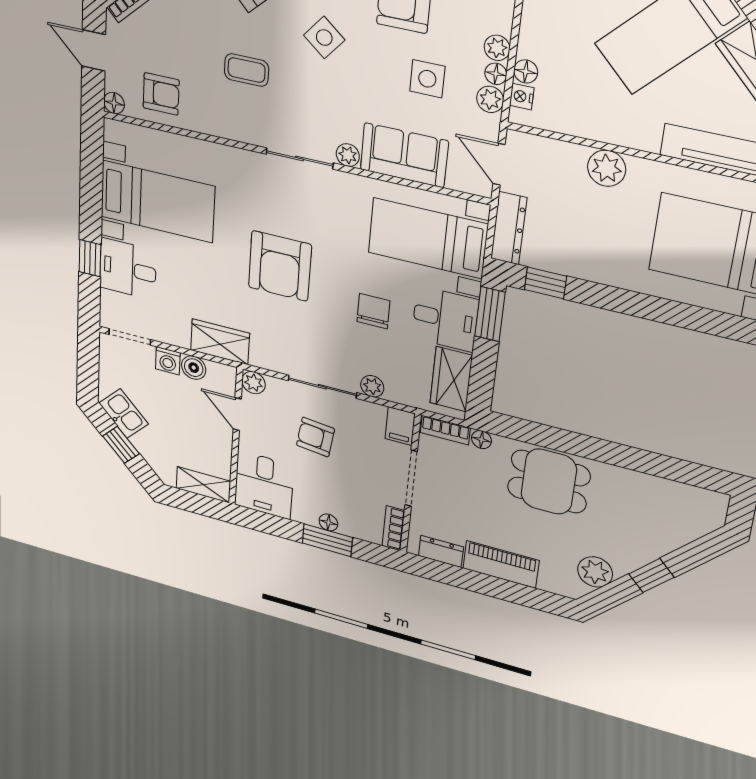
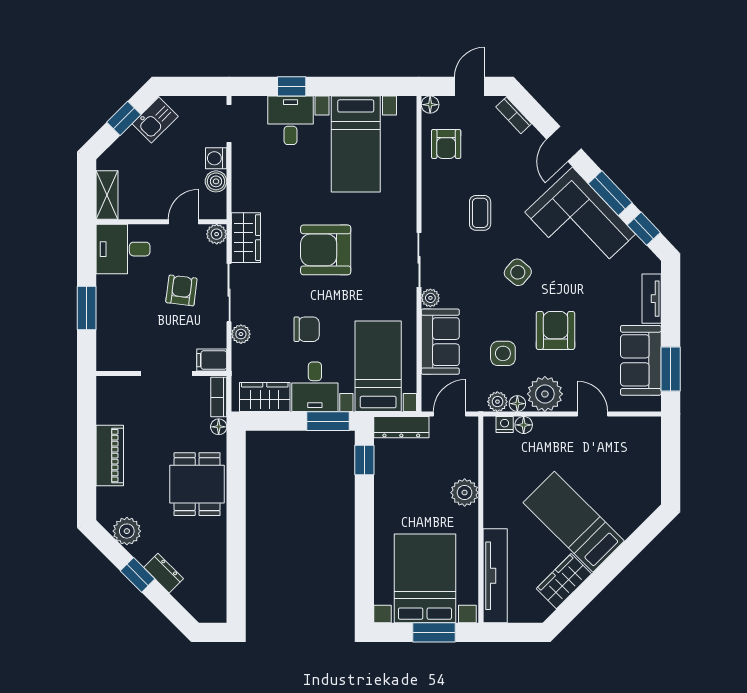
plant: (497, 48) -> (545, 394), width x1.87, depth x1.87
wardrobe: (220, 342) -> (246, 238), moved
floor lamp: (328, 522) -> (104, 308), removed
bookcase: (393, 528) -> (116, 363), removed
dresser: (441, 551) -> (164, 573), moved, turned -45

